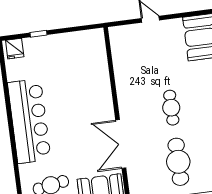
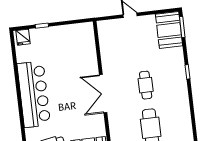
double door: (121, 144) -> (103, 94), moved

